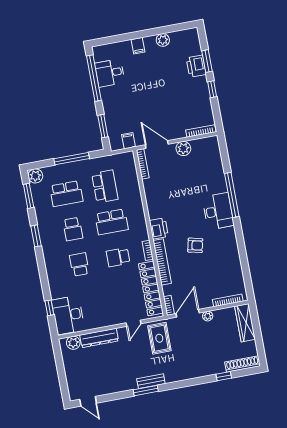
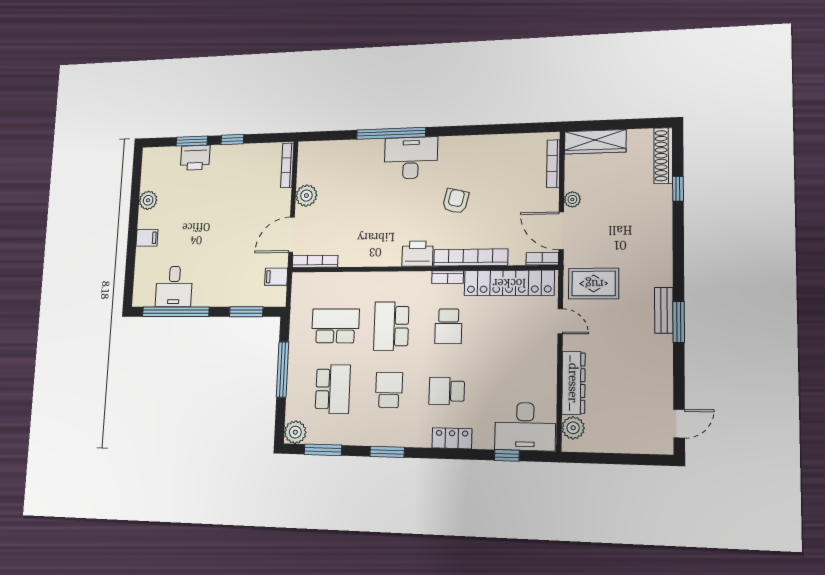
school desk: (111, 222) -> (391, 326), turned 180
school desk: (73, 229) -> (389, 390), turned -90
locker: (52, 273) -> (452, 438), added

